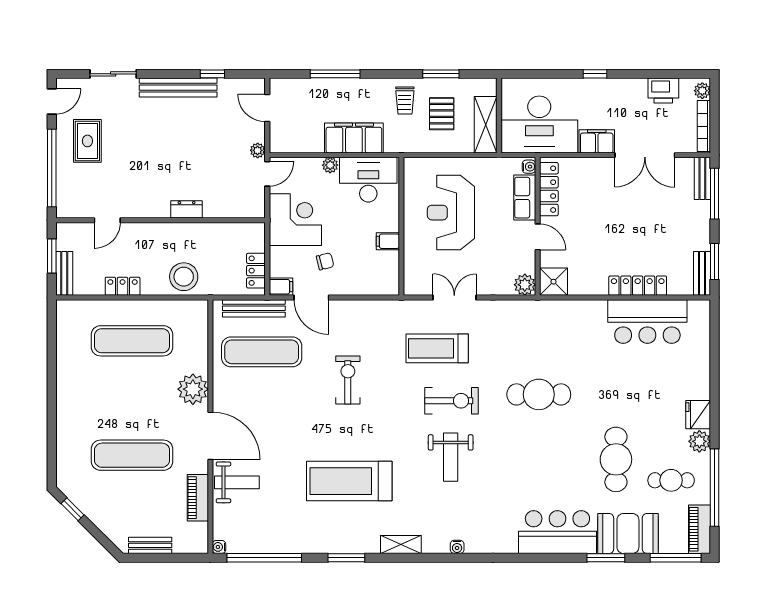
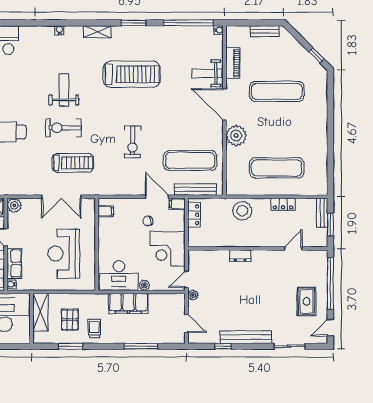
reception desk: (451, 213) -> (64, 254), turned 180
filing cabinet: (388, 241) -> (106, 211), moved
double door: (454, 297) -> (61, 197), width x1.37

